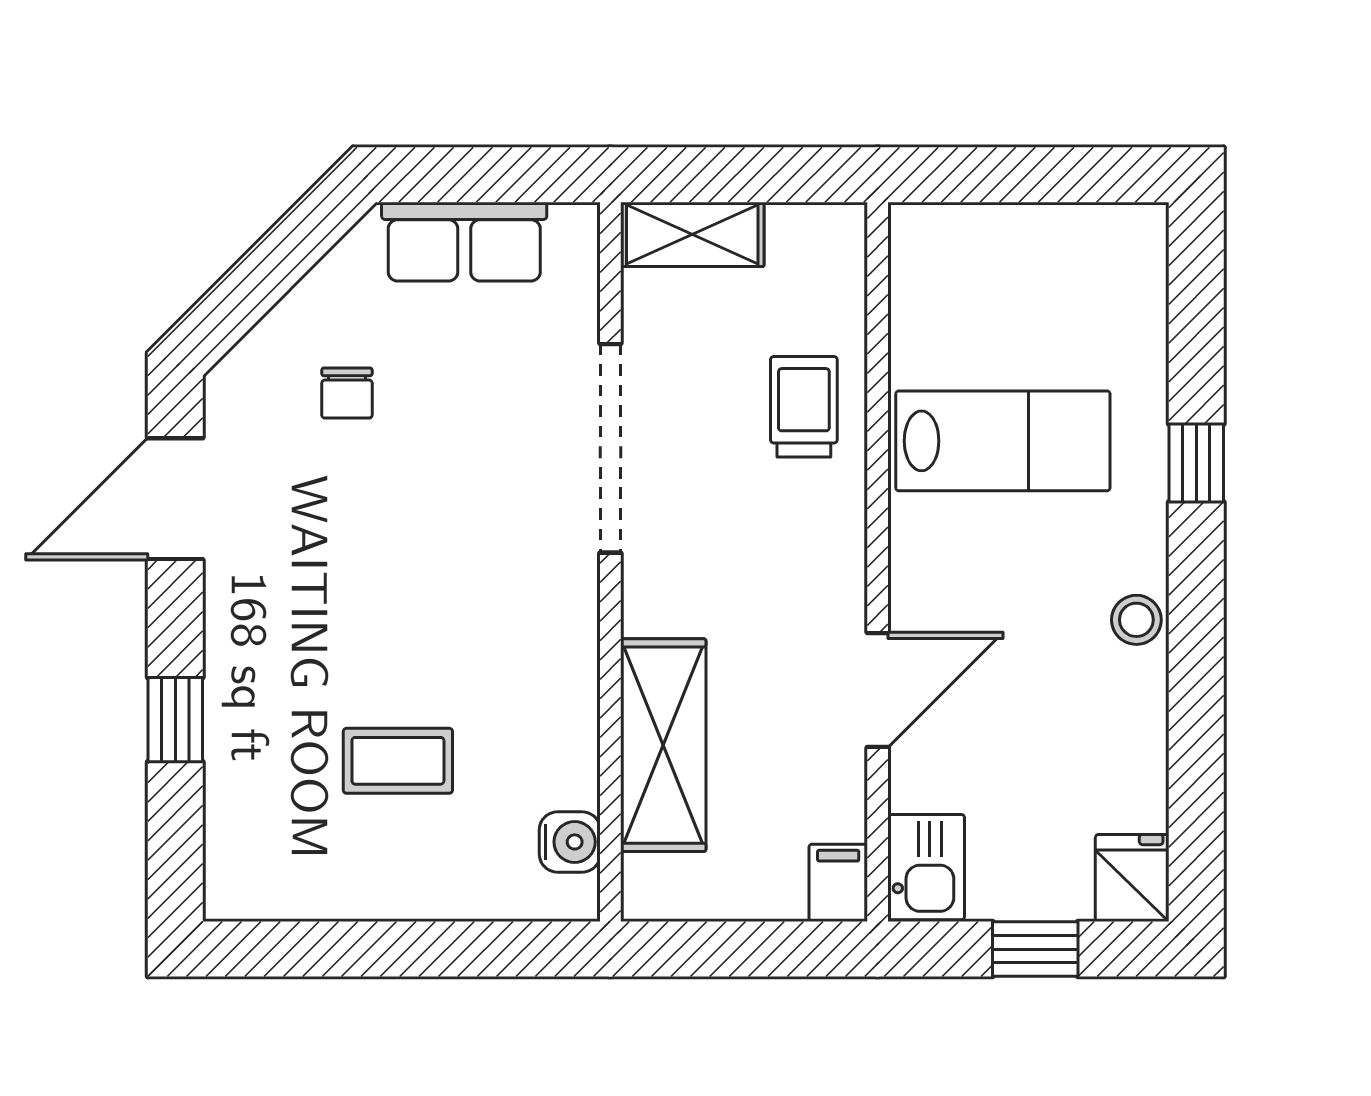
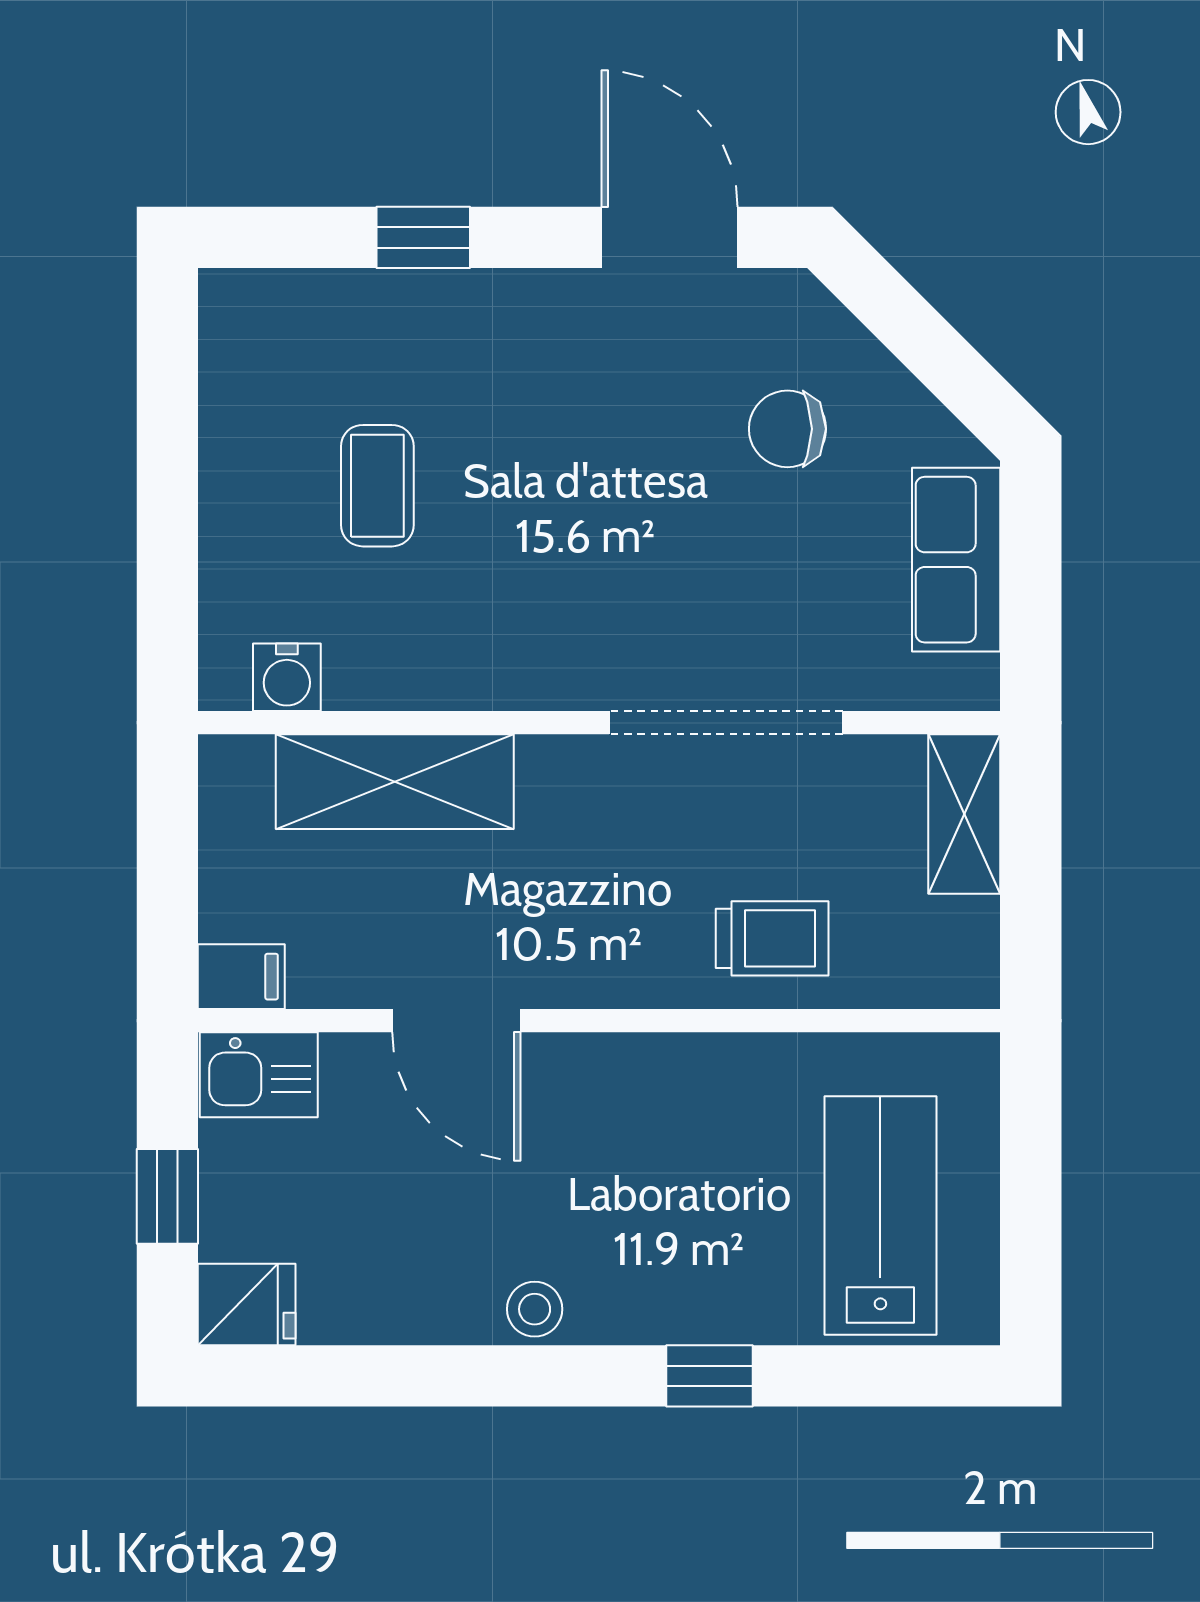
chair: (347, 393) -> (787, 429), width x1.37, depth x1.37
lab bench: (1003, 441) -> (880, 1215), moved, turned 180

